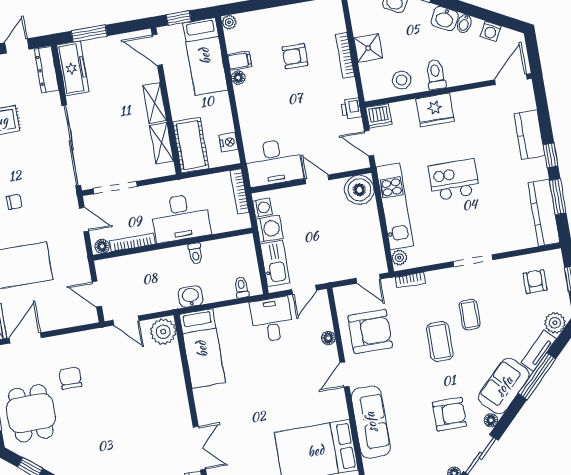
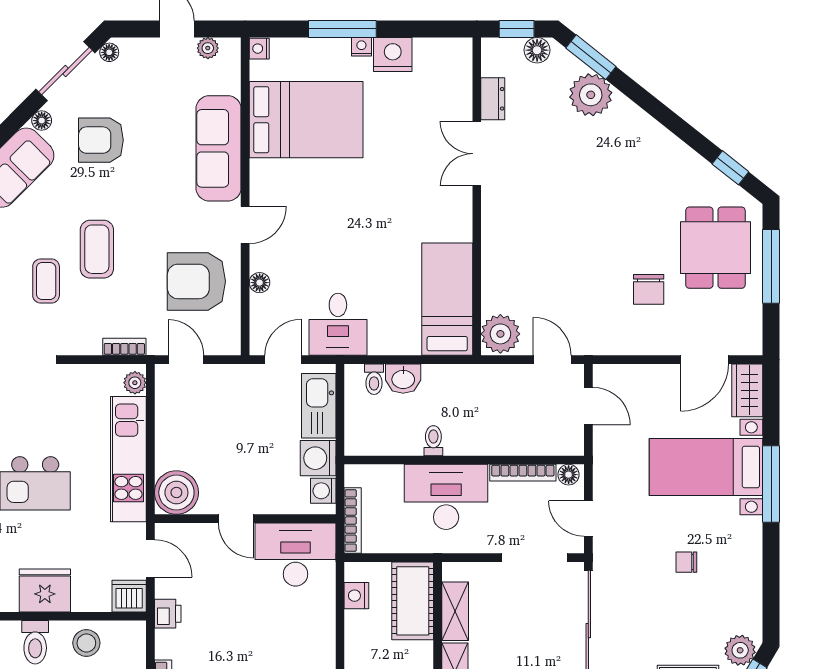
washbasin: (191, 296) -> (403, 379), moved

